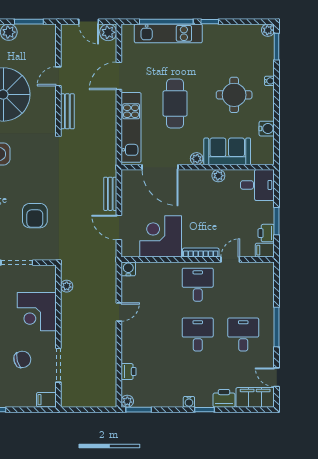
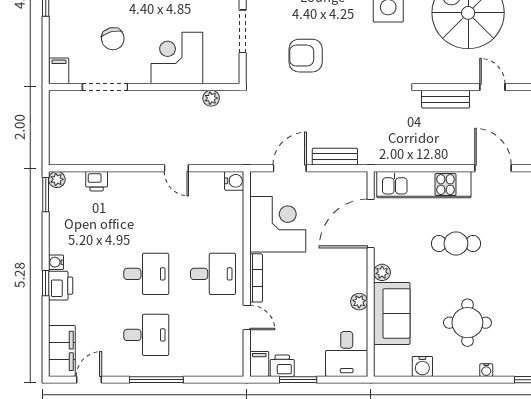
cafe table: (175, 103) -> (456, 243), width x0.73, depth x0.74
printer: (224, 398) -> (61, 286), moved

